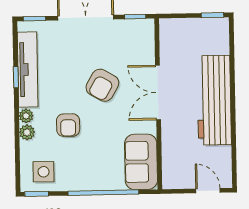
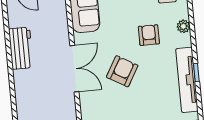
workbench: (214, 100) -> (21, 48), width x0.53, depth x0.76
plant: (26, 116) -> (185, 40), removed

